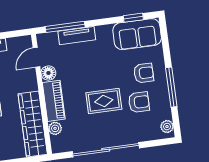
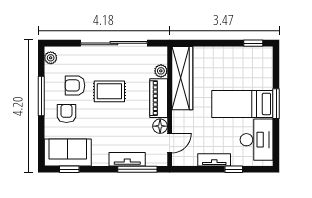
armchair: (144, 73) -> (66, 113), turned 90

